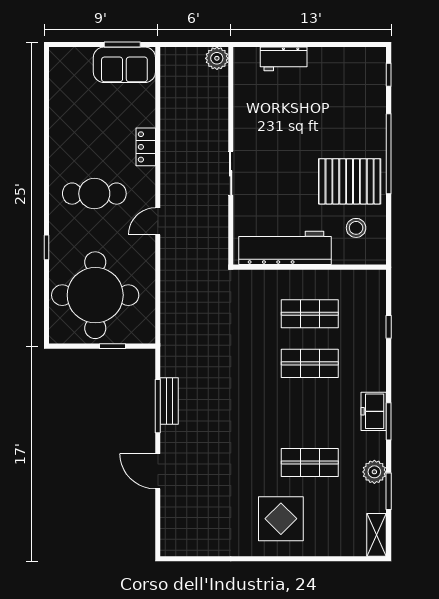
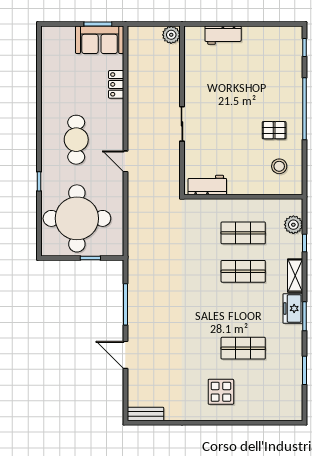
locker: (146, 147) -> (116, 84), moved
pallet: (350, 181) -> (274, 130), width x0.49, depth x0.50
cafe table: (94, 194) -> (76, 140), turned 90
door: (158, 221) -> (125, 161), hinge flipped
workbench: (285, 248) -> (207, 185), width x0.53, depth x0.76
bench: (169, 401) -> (145, 414), moved, turned 90
plant: (374, 472) -> (293, 225), moved
display table: (281, 519) -> (221, 392), width x0.73, depth x0.73
shelving: (377, 535) -> (295, 276), moved

